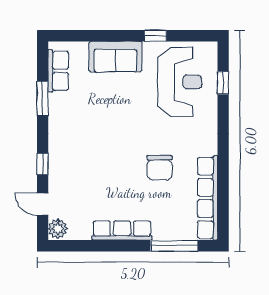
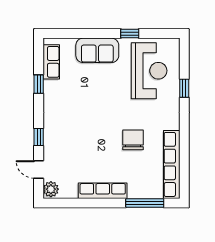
window: (223, 83) -> (184, 88), moved
window: (43, 98) -> (39, 84), width x0.67
chair: (160, 168) -> (133, 140), turned 180

